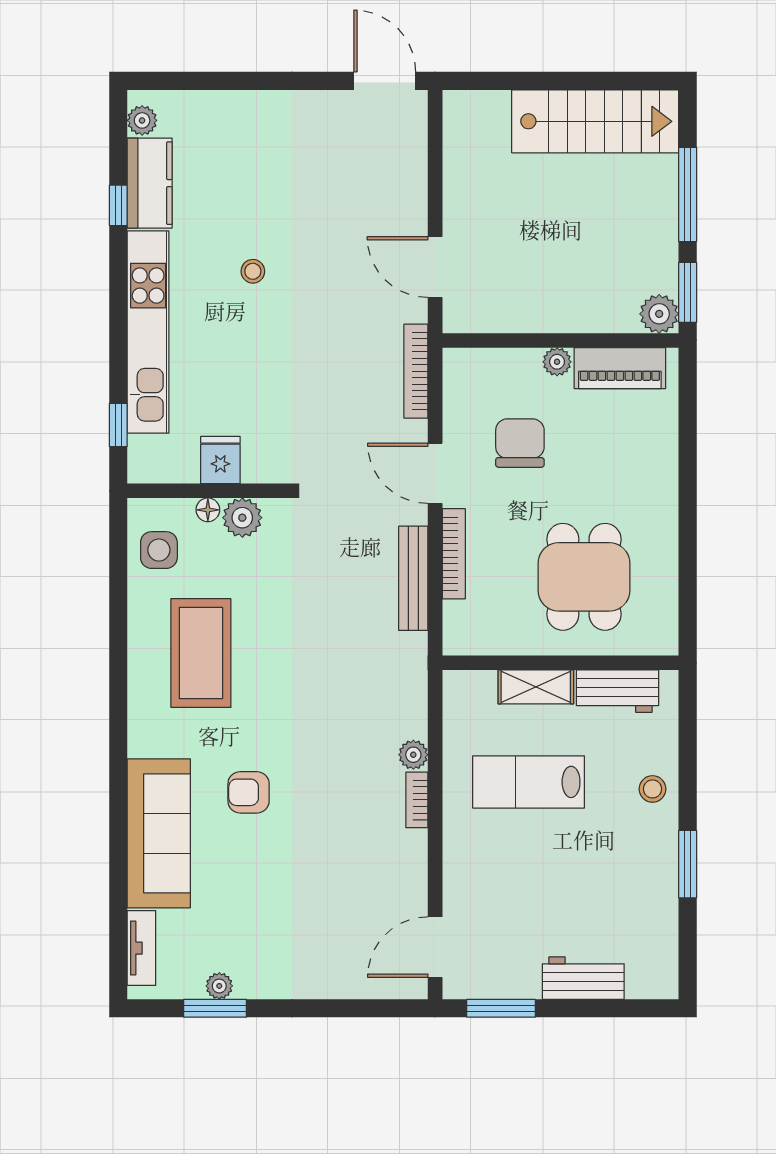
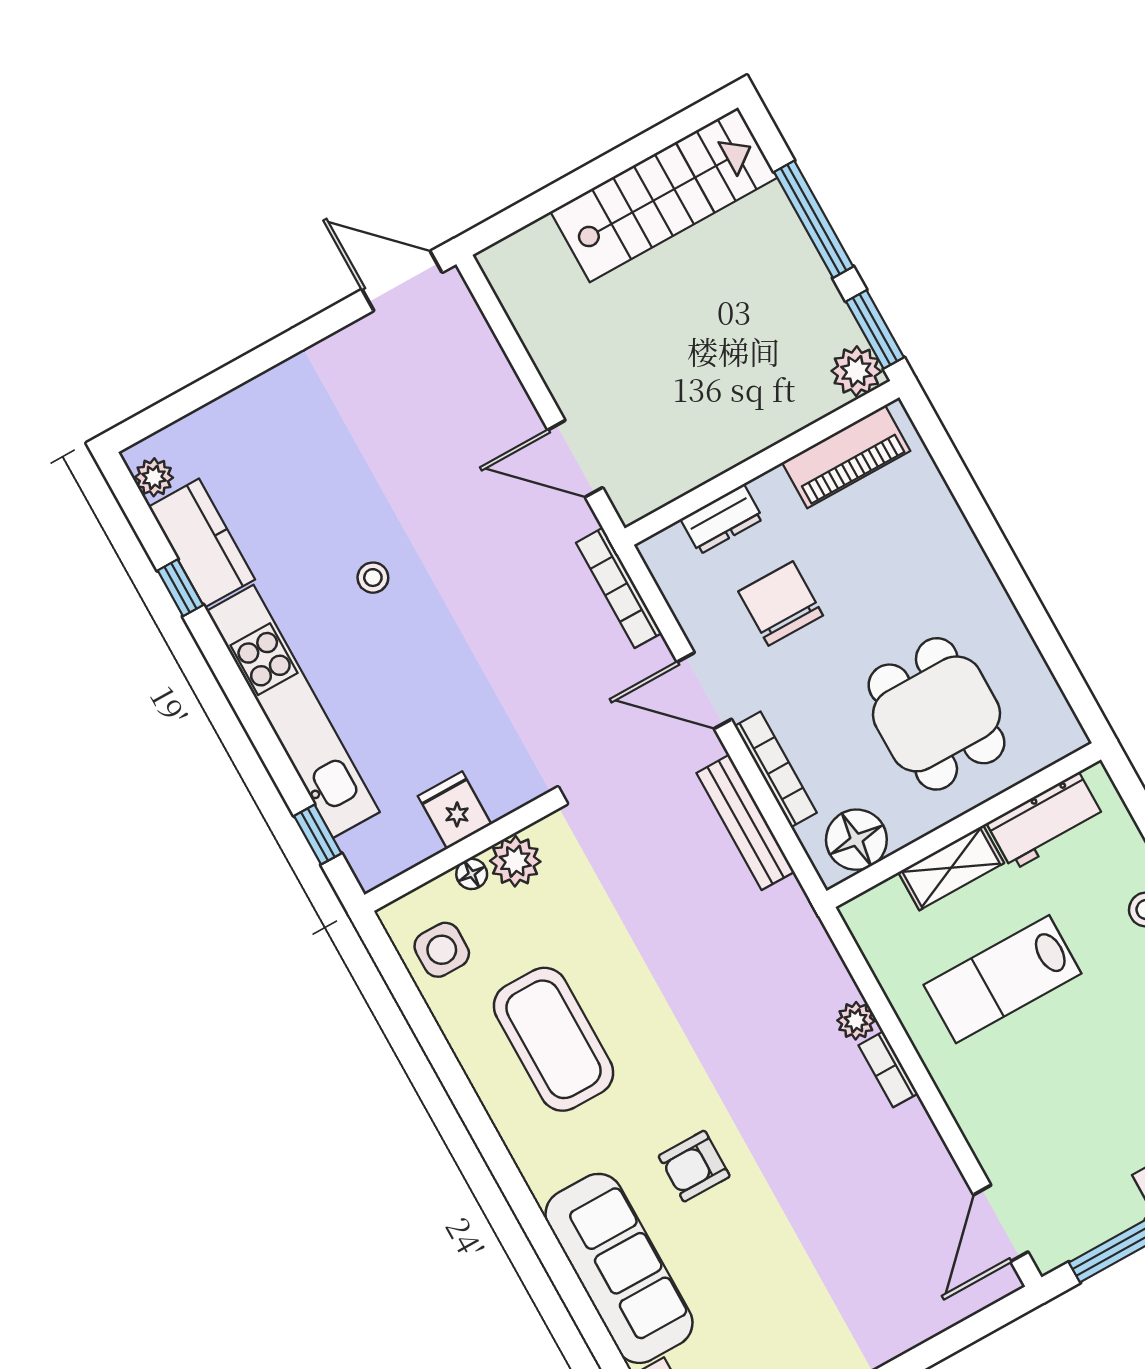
plant: (557, 362) -> (772, 489), removed
dresser: (512, 363) -> (722, 519), added
floor lamp: (482, 632) -> (856, 840), added

